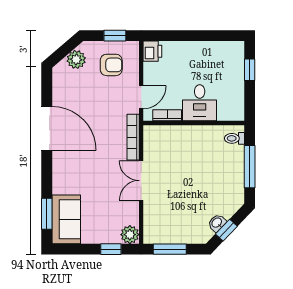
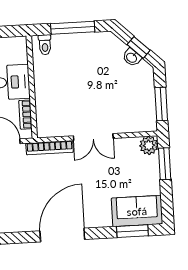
door: (47, 128) -> (62, 235), moved
window: (111, 249) -> (165, 164), width x1.50

